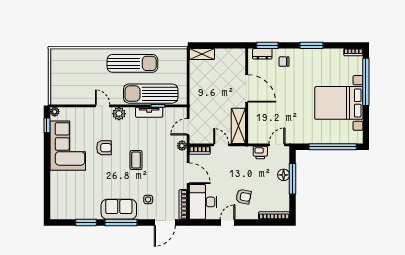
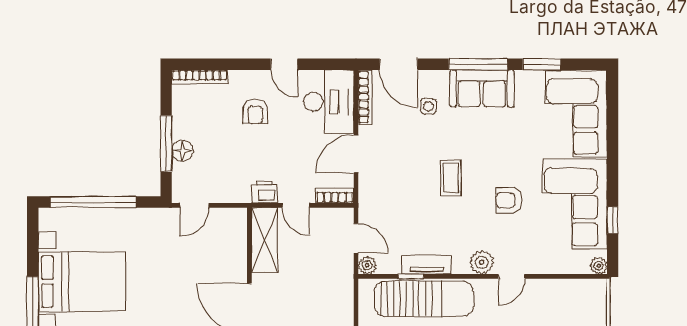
door: (103, 106) -> (512, 276), hinge flipped
window: (47, 125) -> (613, 220), moved
door: (188, 127) -> (356, 238), hinge flipped
plant: (182, 146) -> (367, 265), moved
printer: (260, 152) -> (264, 192), moved
door: (188, 173) -> (356, 154), hinge flipped
corner sofa: (67, 195) -> (576, 114), added
armchair: (243, 197) -> (255, 111), turned -101
door: (165, 222) -> (399, 64), swing flipped
door: (228, 222) -> (284, 64), hinge flipped

